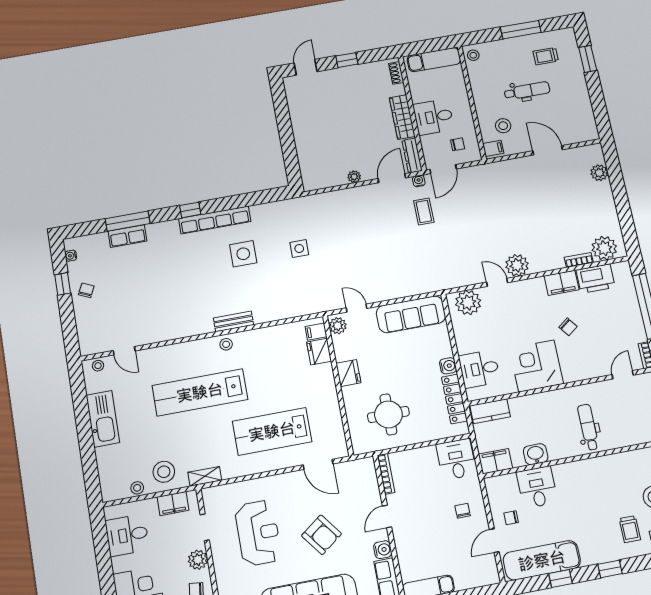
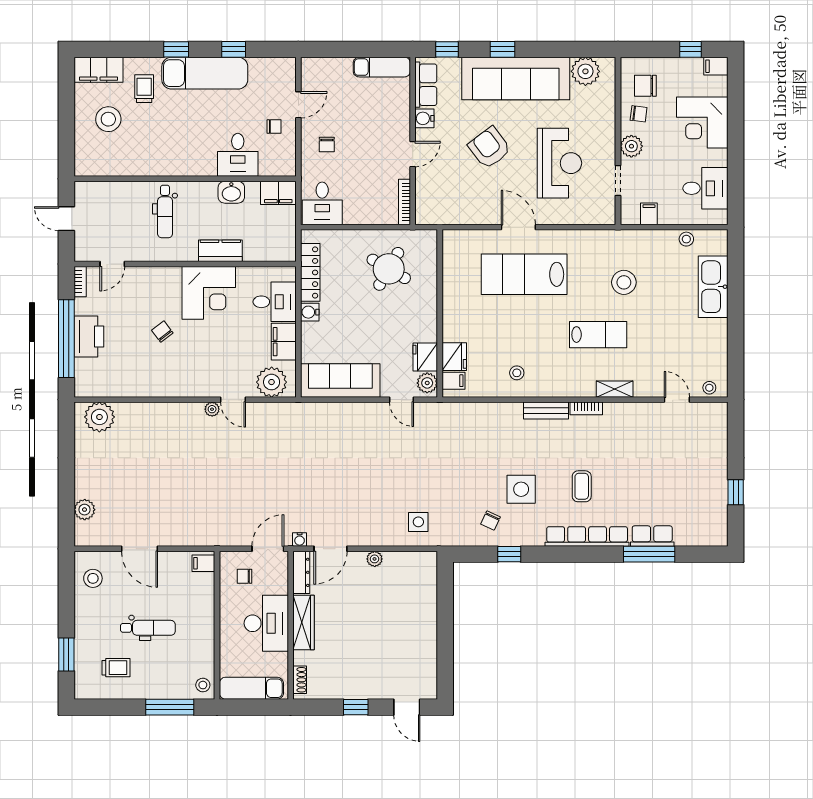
window: (521, 30) -> (170, 707), moved
door: (306, 67) -> (407, 707), hinge flipped
dental chair: (527, 91) -> (148, 628), turned 180
desk: (434, 117) -> (266, 623), width x1.37
stool: (503, 126) -> (93, 578), moved
window: (190, 210) -> (509, 554), moved
coffee table: (424, 211) -> (582, 486), moved
row of seats: (215, 220) -> (587, 536), moved
side table: (299, 249) -> (418, 522), moved
water cooler: (71, 256) -> (722, 525), removed
bookcase: (579, 260) -> (586, 408), moved
plant: (517, 265) -> (212, 409), width x0.53, depth x0.53
printer: (596, 279) -> (89, 336), moved, turned 90
filing cabinet: (562, 283) -> (284, 342), moved, turned -90
chair: (86, 290) -> (491, 521), moved
stool: (226, 344) -> (517, 373), moved
fridge: (348, 373) -> (425, 357), moved
lab bench: (200, 392) -> (598, 335), width x0.54, depth x0.72
kitchen counter: (490, 411) -> (220, 251), moved
round table: (388, 414) -> (389, 269), turned 30
kitchen sink: (103, 419) -> (713, 287), moved
lab bench: (272, 431) -> (524, 274), turned 180
door: (318, 464) -> (518, 227), moved
stool: (164, 472) -> (624, 282), moved
shelving: (205, 476) -> (615, 389), moved
filing cabinet: (173, 504) -> (649, 214), width x0.50
reception desk: (258, 533) -> (559, 163), turned 180
exam couch: (542, 560) -> (205, 73), moved

